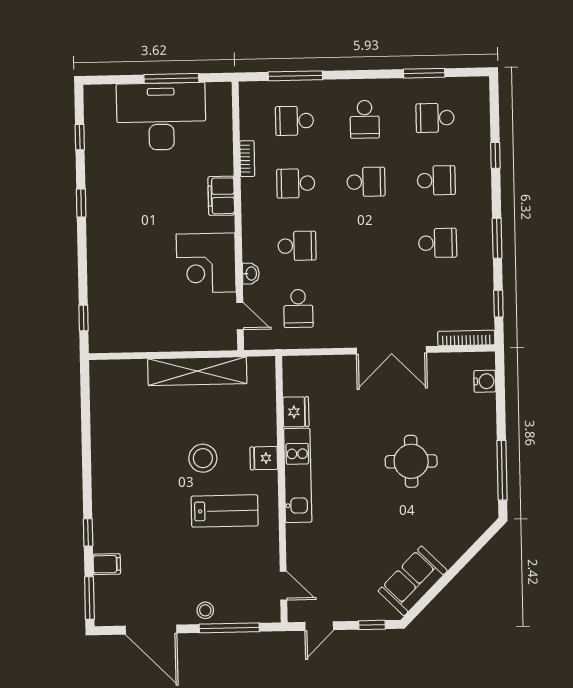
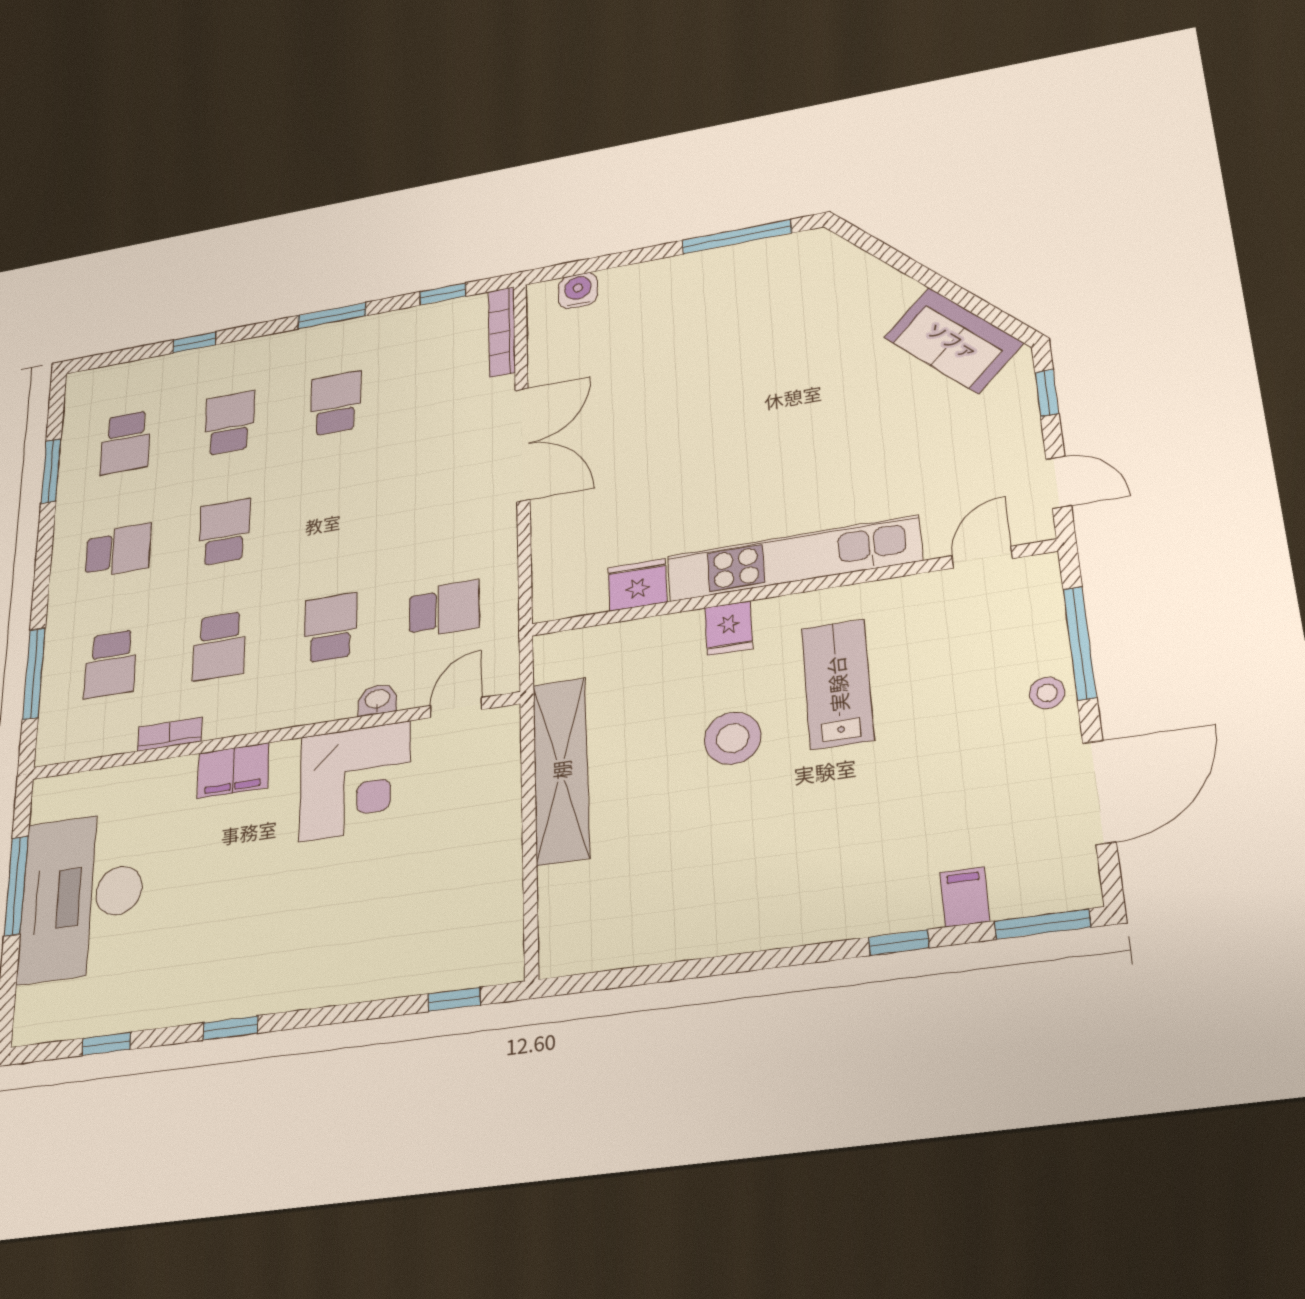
round table: (411, 461) -> (726, 380), removed
kitchen unit: (298, 475) -> (794, 559), width x1.36

